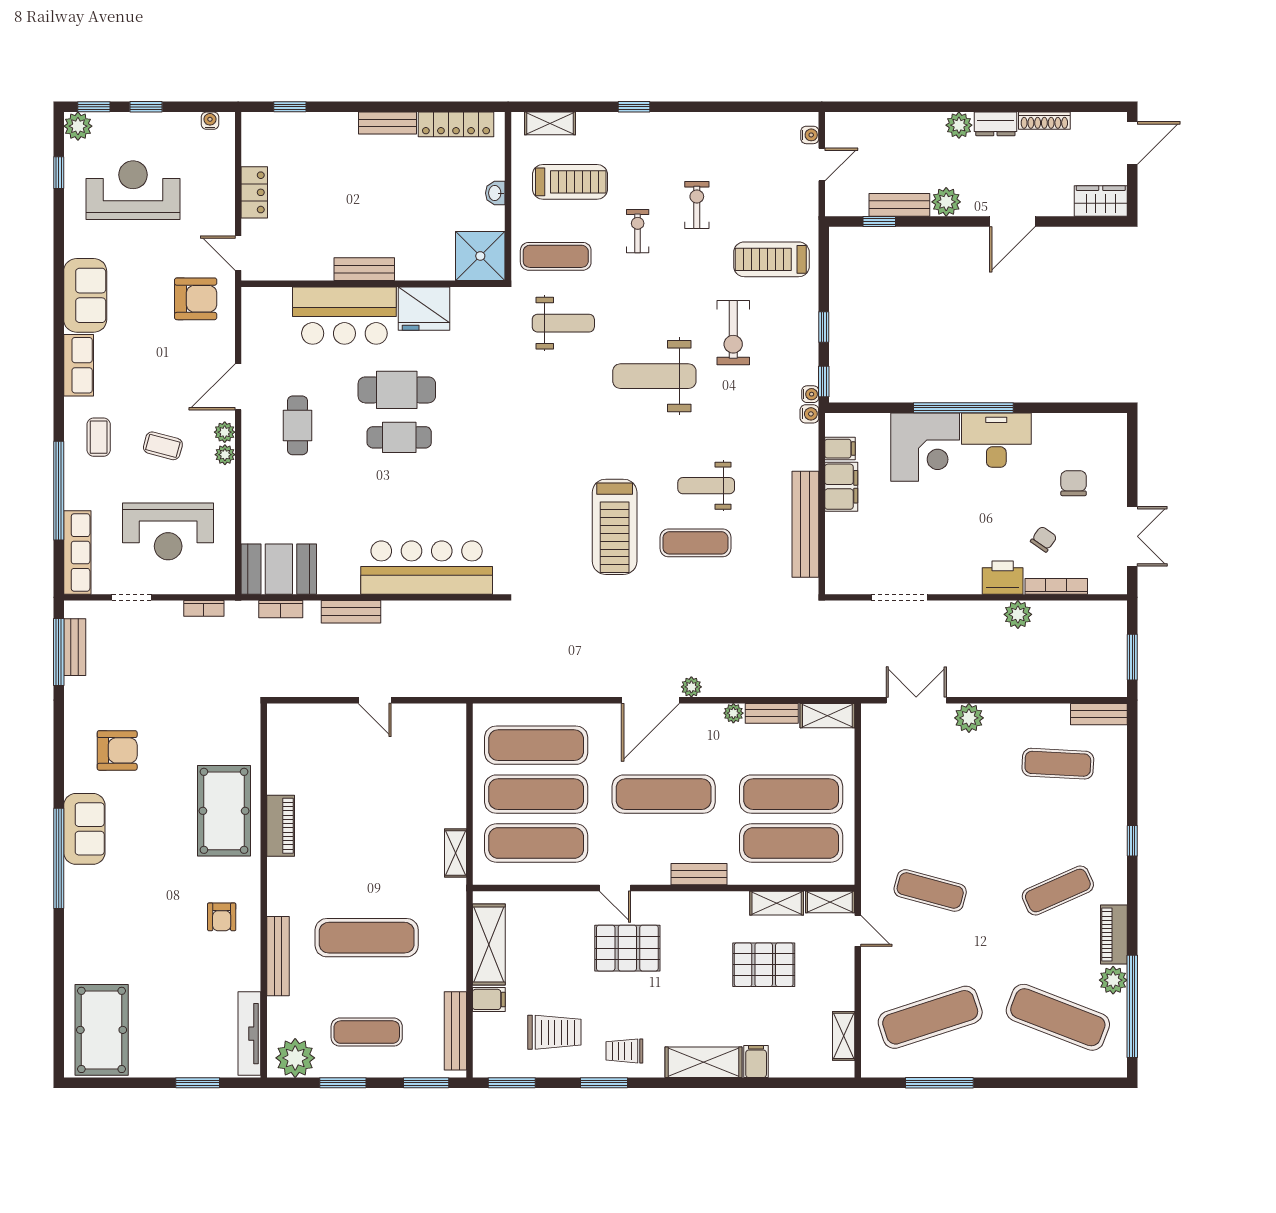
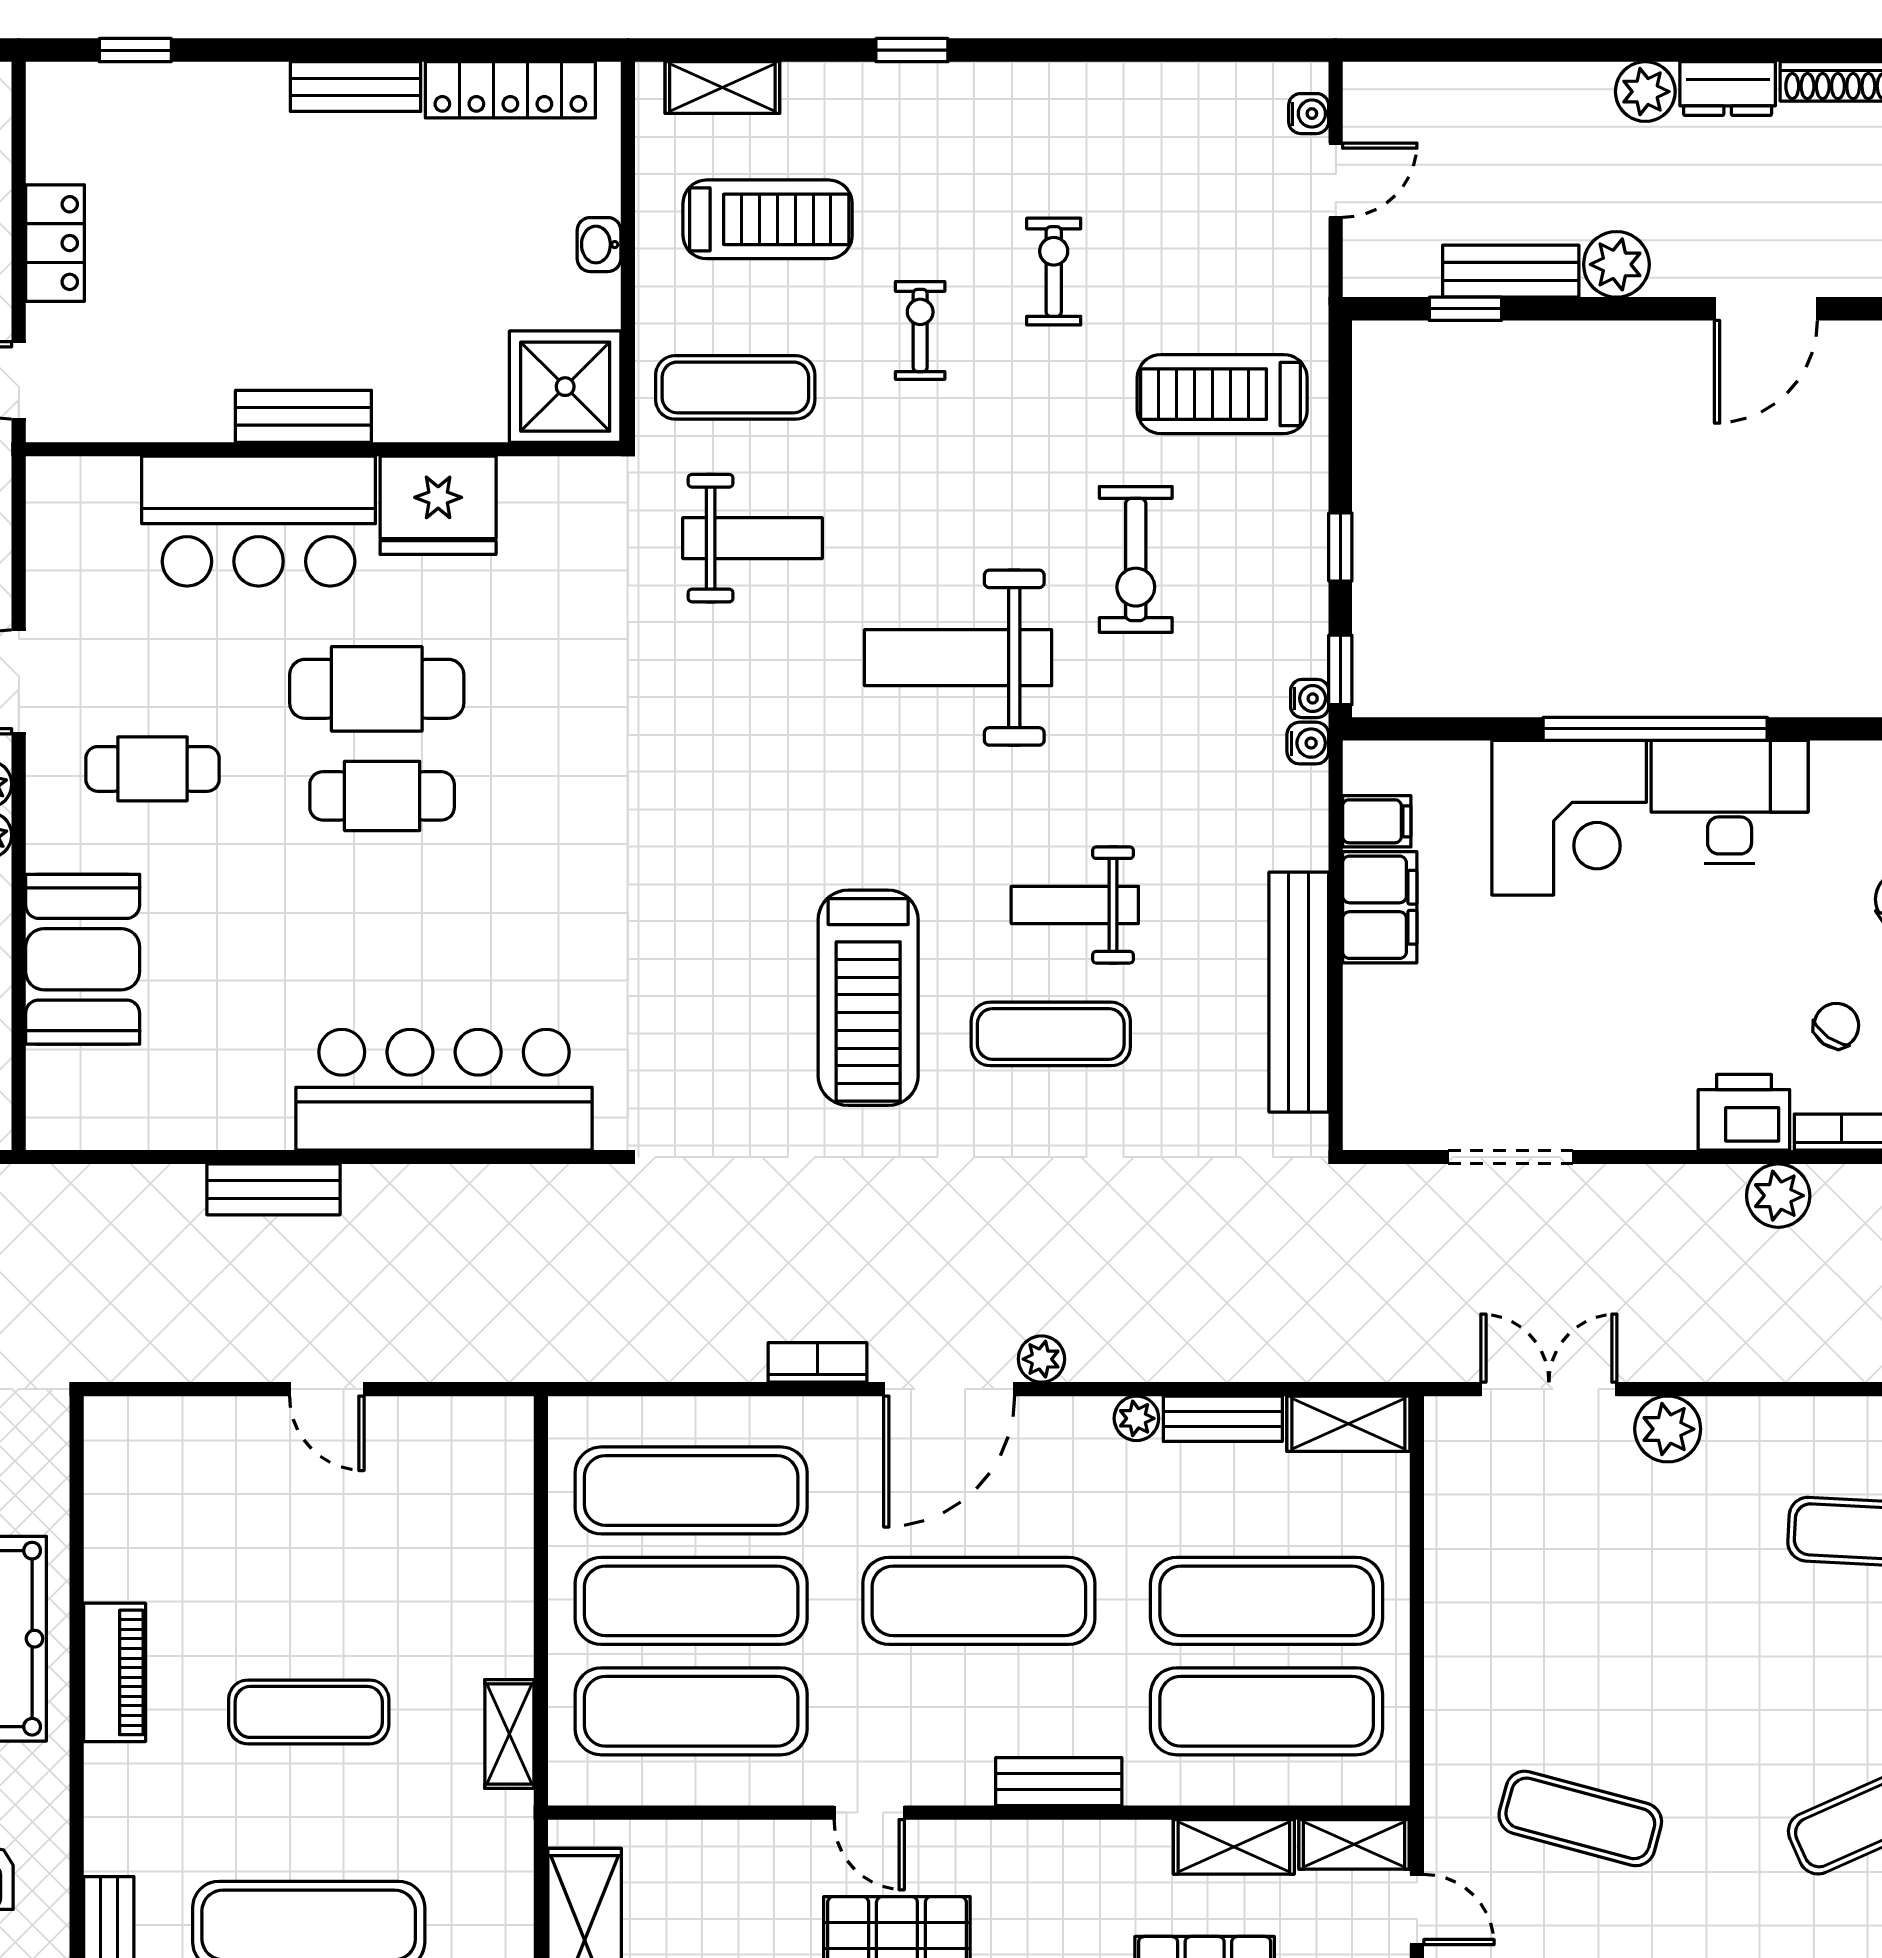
cafe table: (297, 425) -> (152, 769), turned 90
booth: (279, 569) -> (83, 959), moved, turned 90
bookcase: (281, 609) -> (817, 1362), moved, turned 180
exercise mat: (367, 843) -> (309, 1712), added

